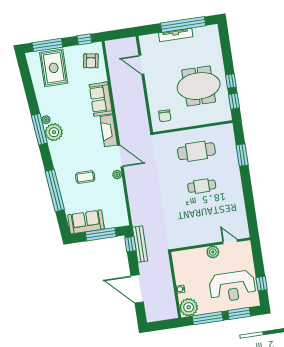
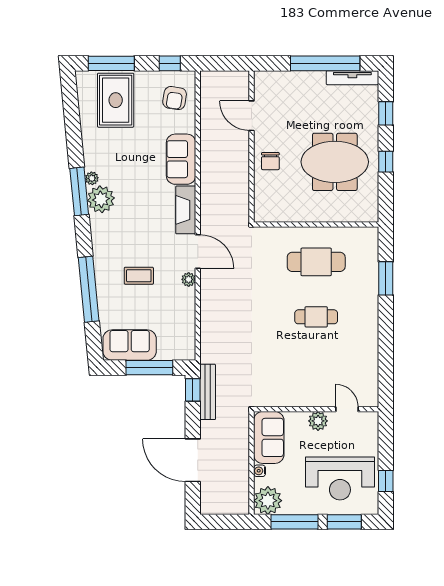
tv unit: (176, 35) -> (352, 78), moved
window: (234, 101) -> (386, 113), moved
chair: (165, 116) -> (270, 161), moved
sofa: (183, 267) -> (269, 437), added

